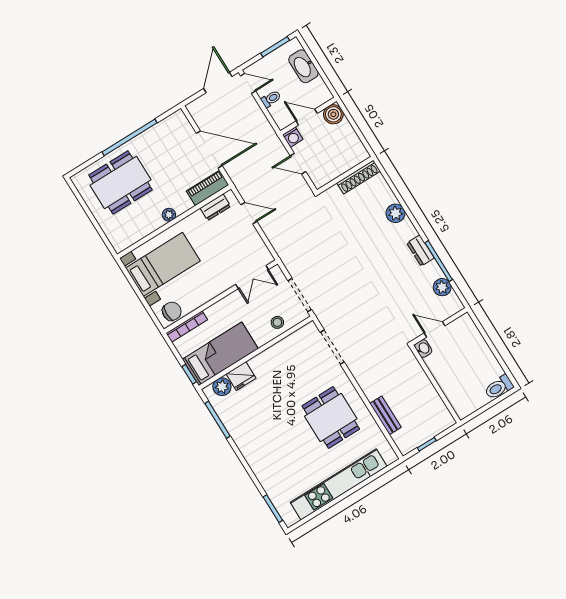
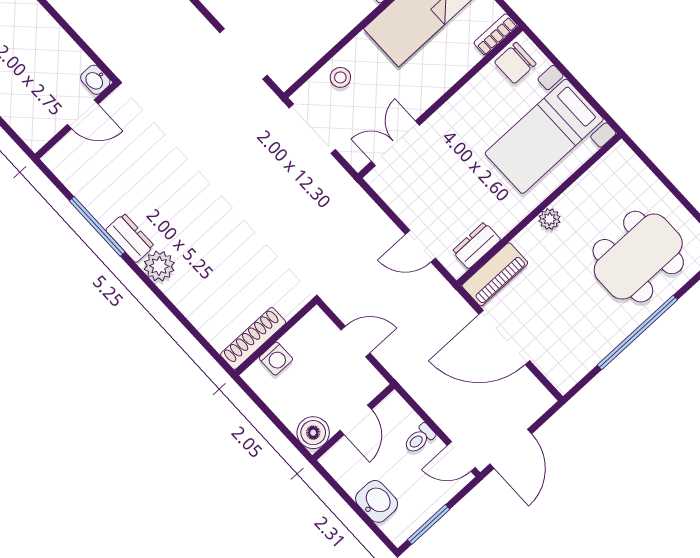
washbasin: (303, 66) -> (377, 501), width x0.72
door: (307, 117) -> (356, 420), hinge flipped
washing machine: (293, 137) -> (276, 359), moved, turned 180
plant: (395, 213) -> (159, 266), moved
plant: (442, 287) -> (83, 185), removed
bookcase: (187, 326) -> (496, 34), width x0.64

